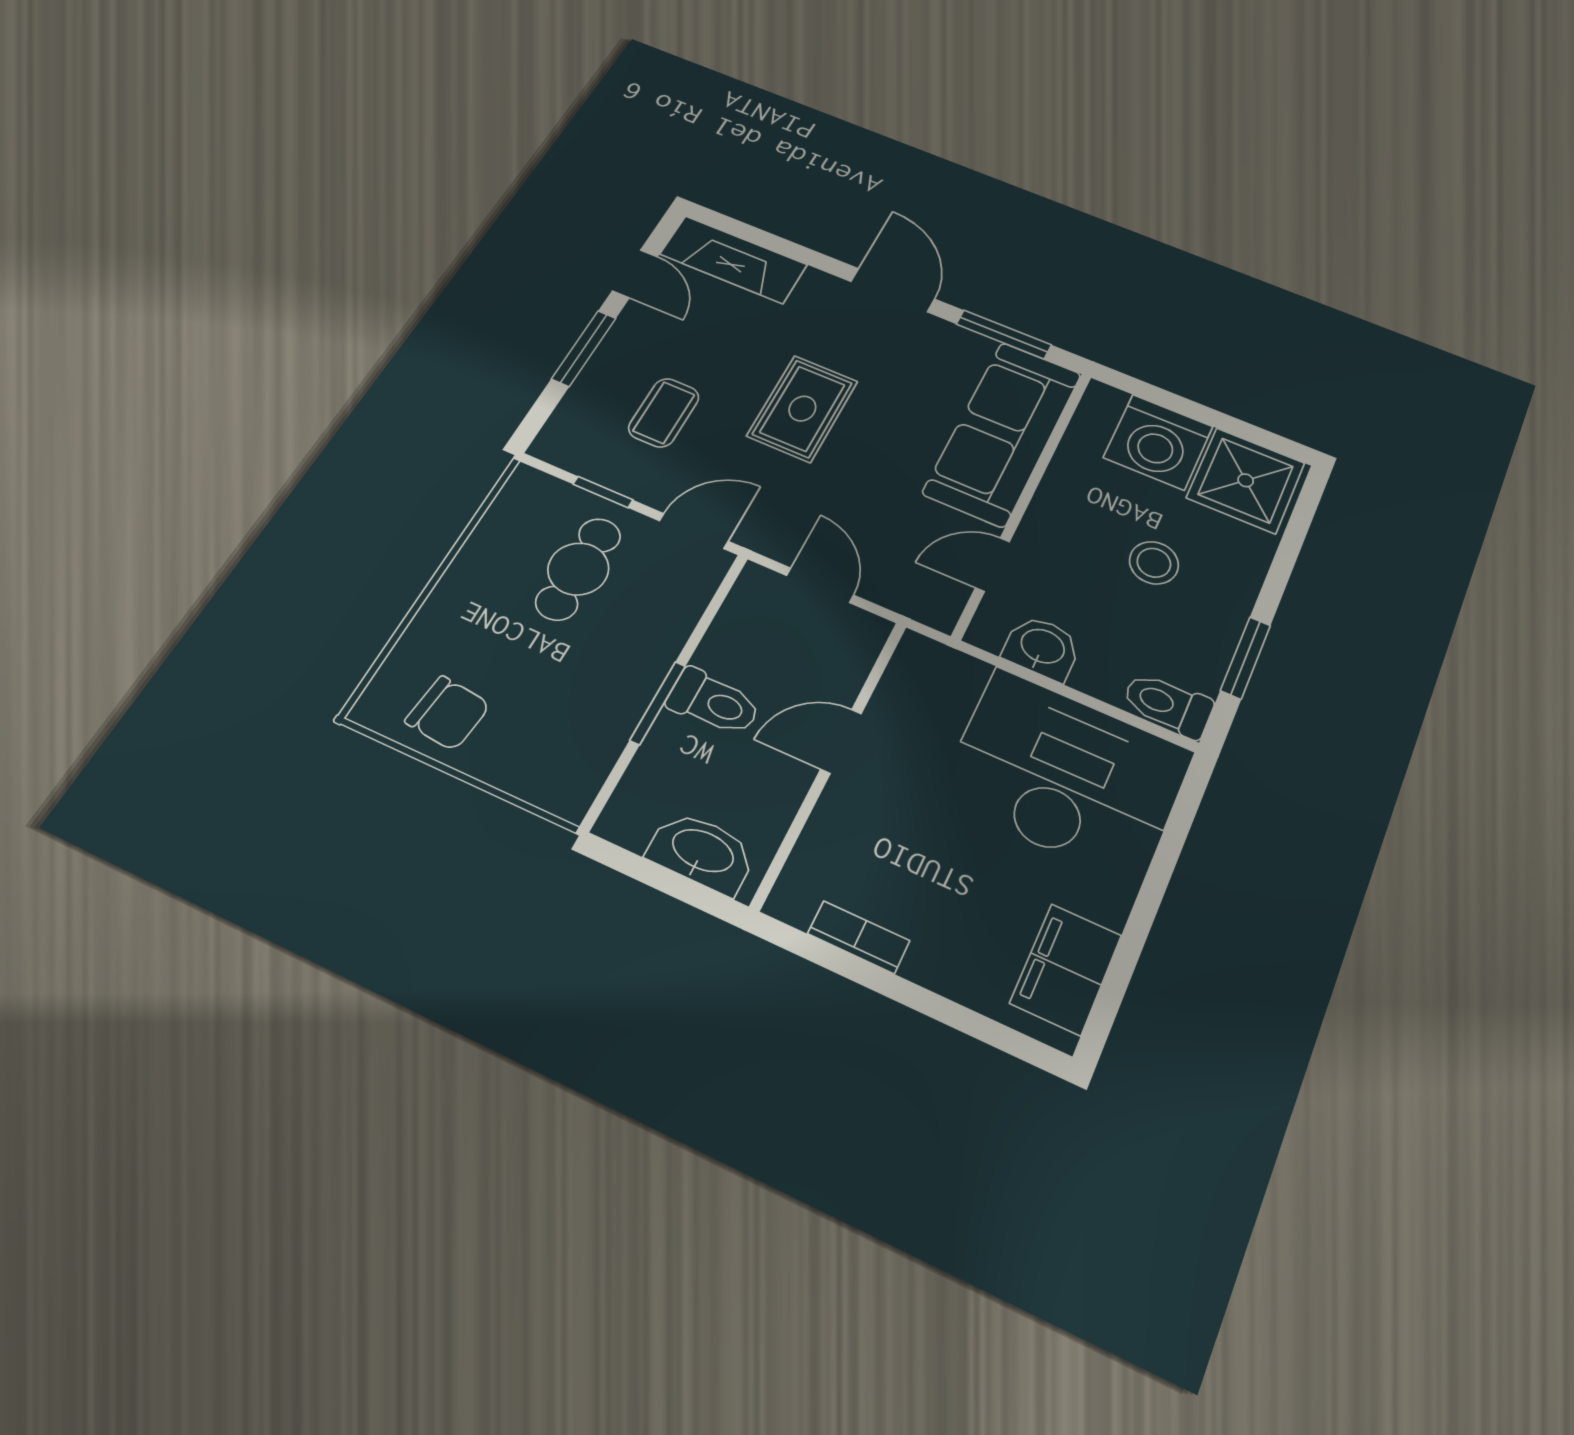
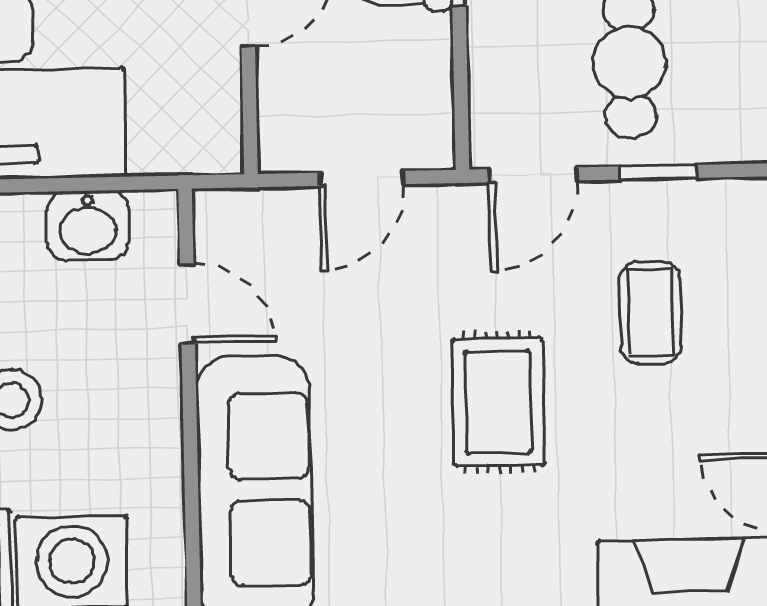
door: (993, 565) -> (188, 304), hinge flipped
door: (820, 585) -> (362, 178), hinge flipped

